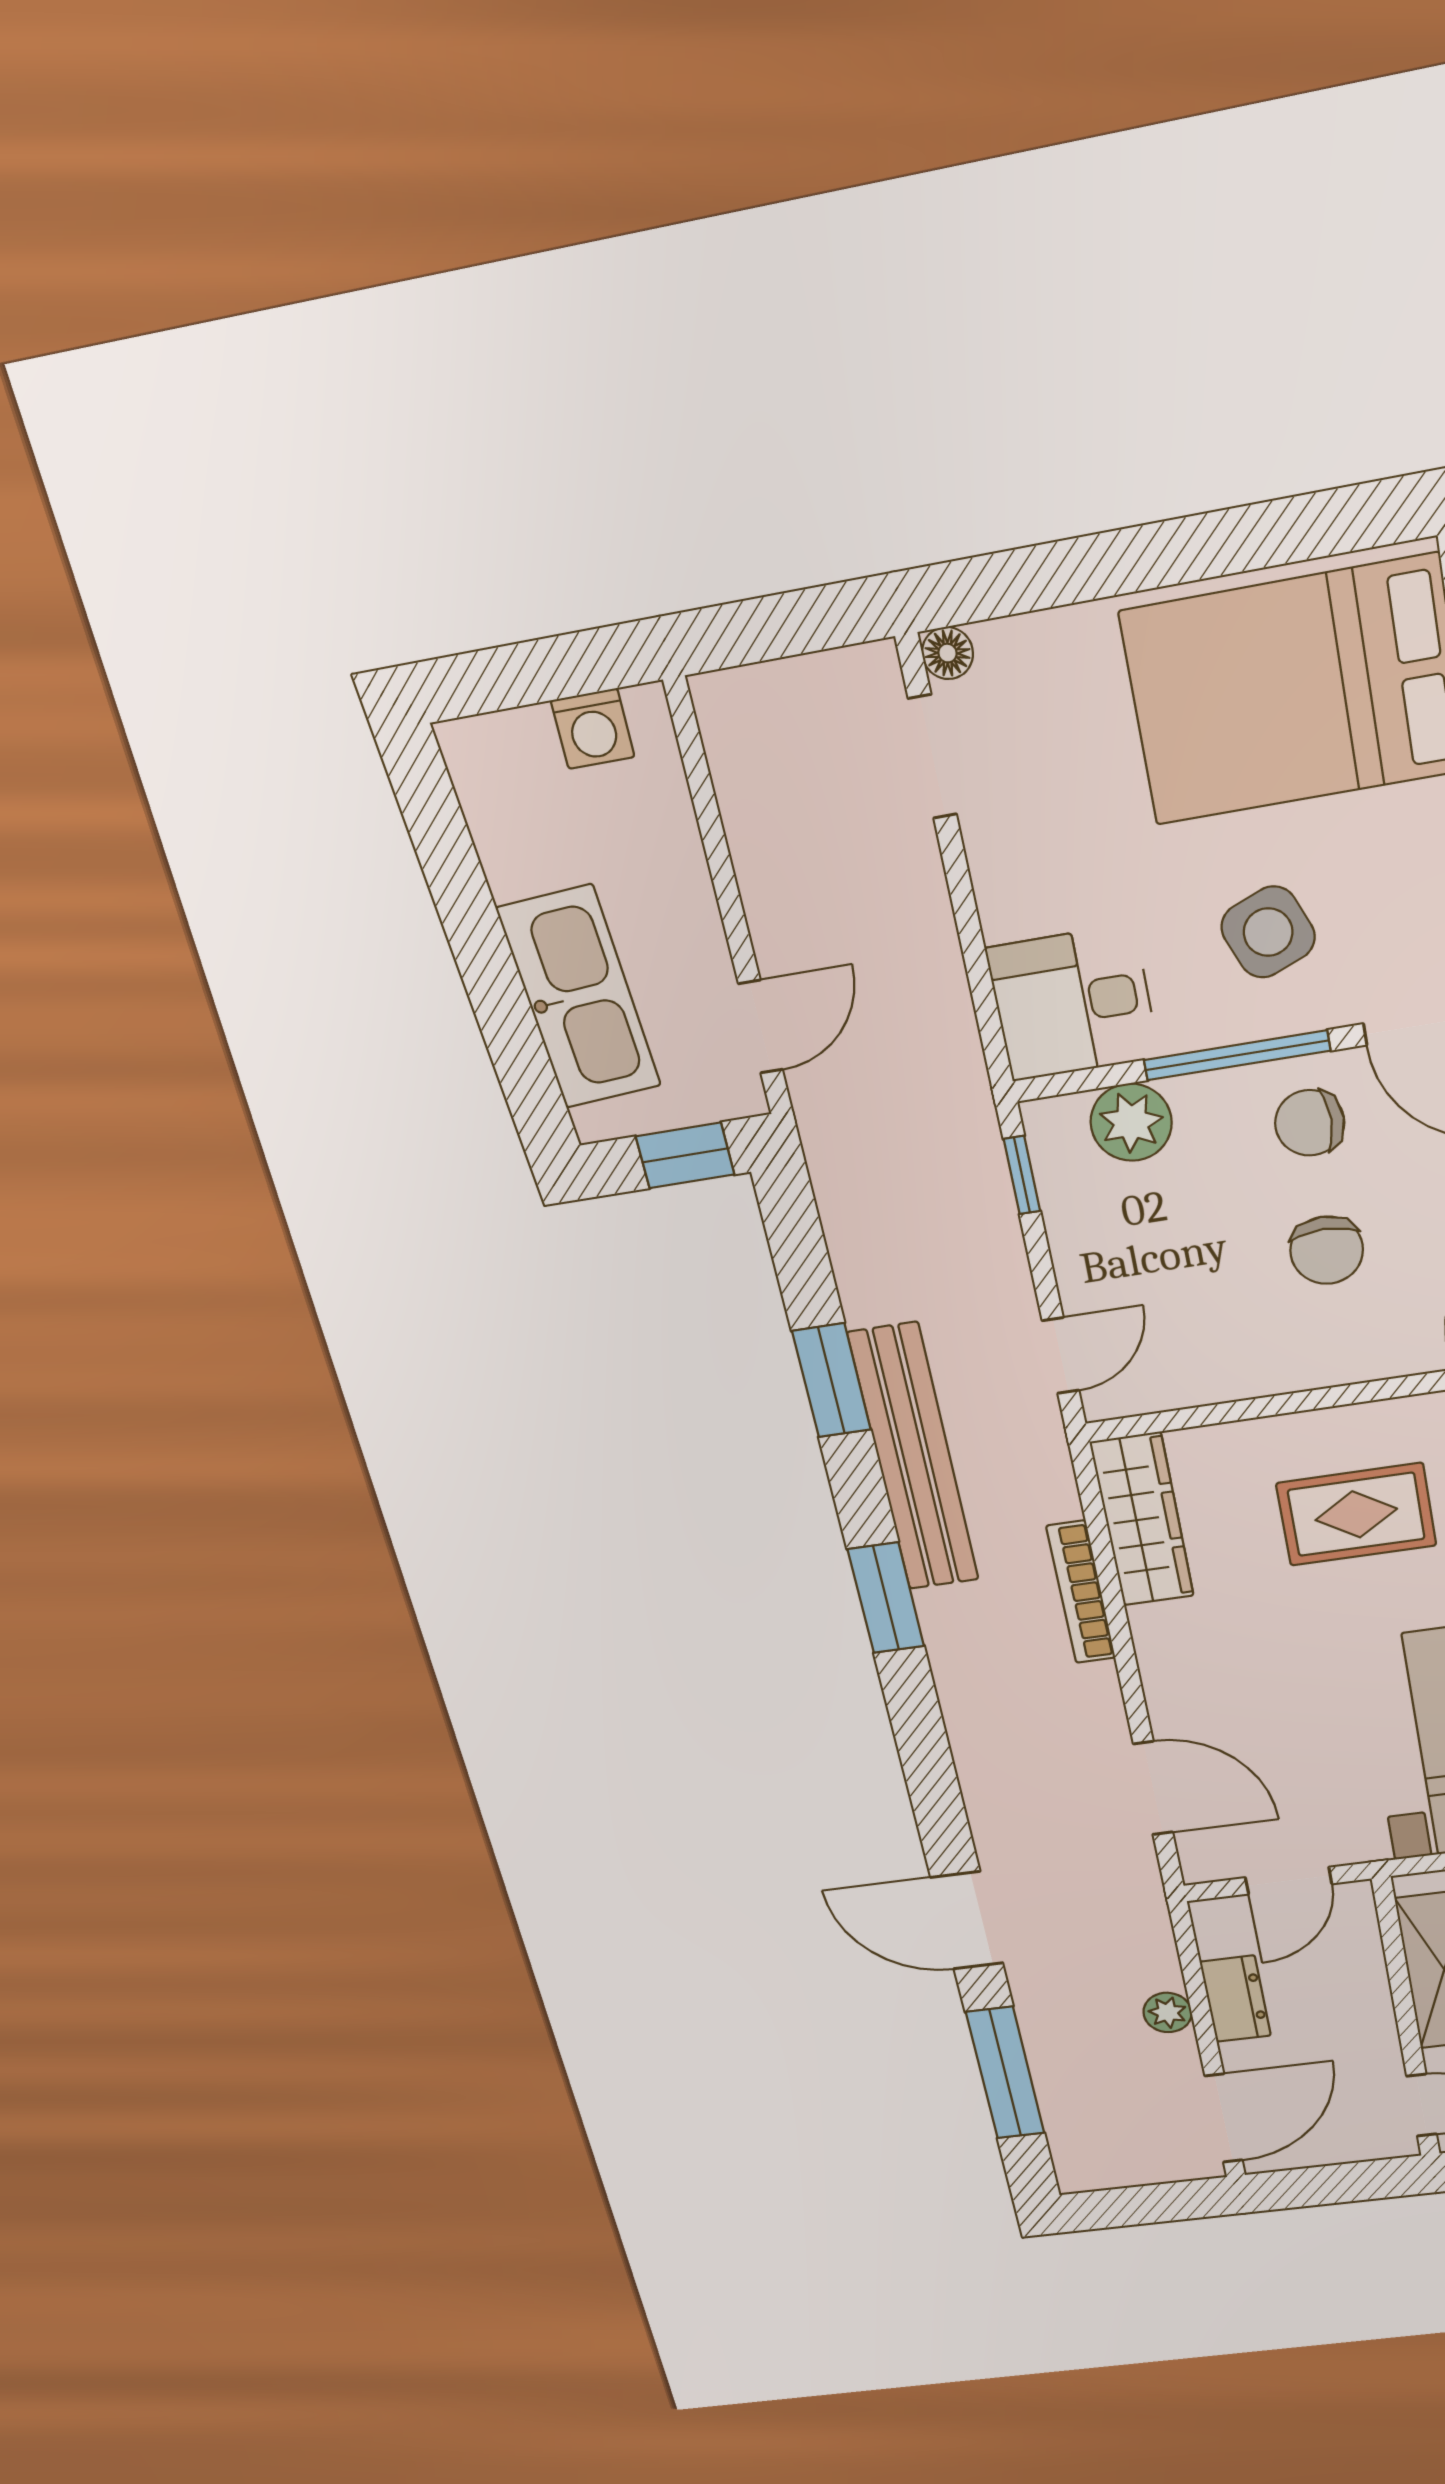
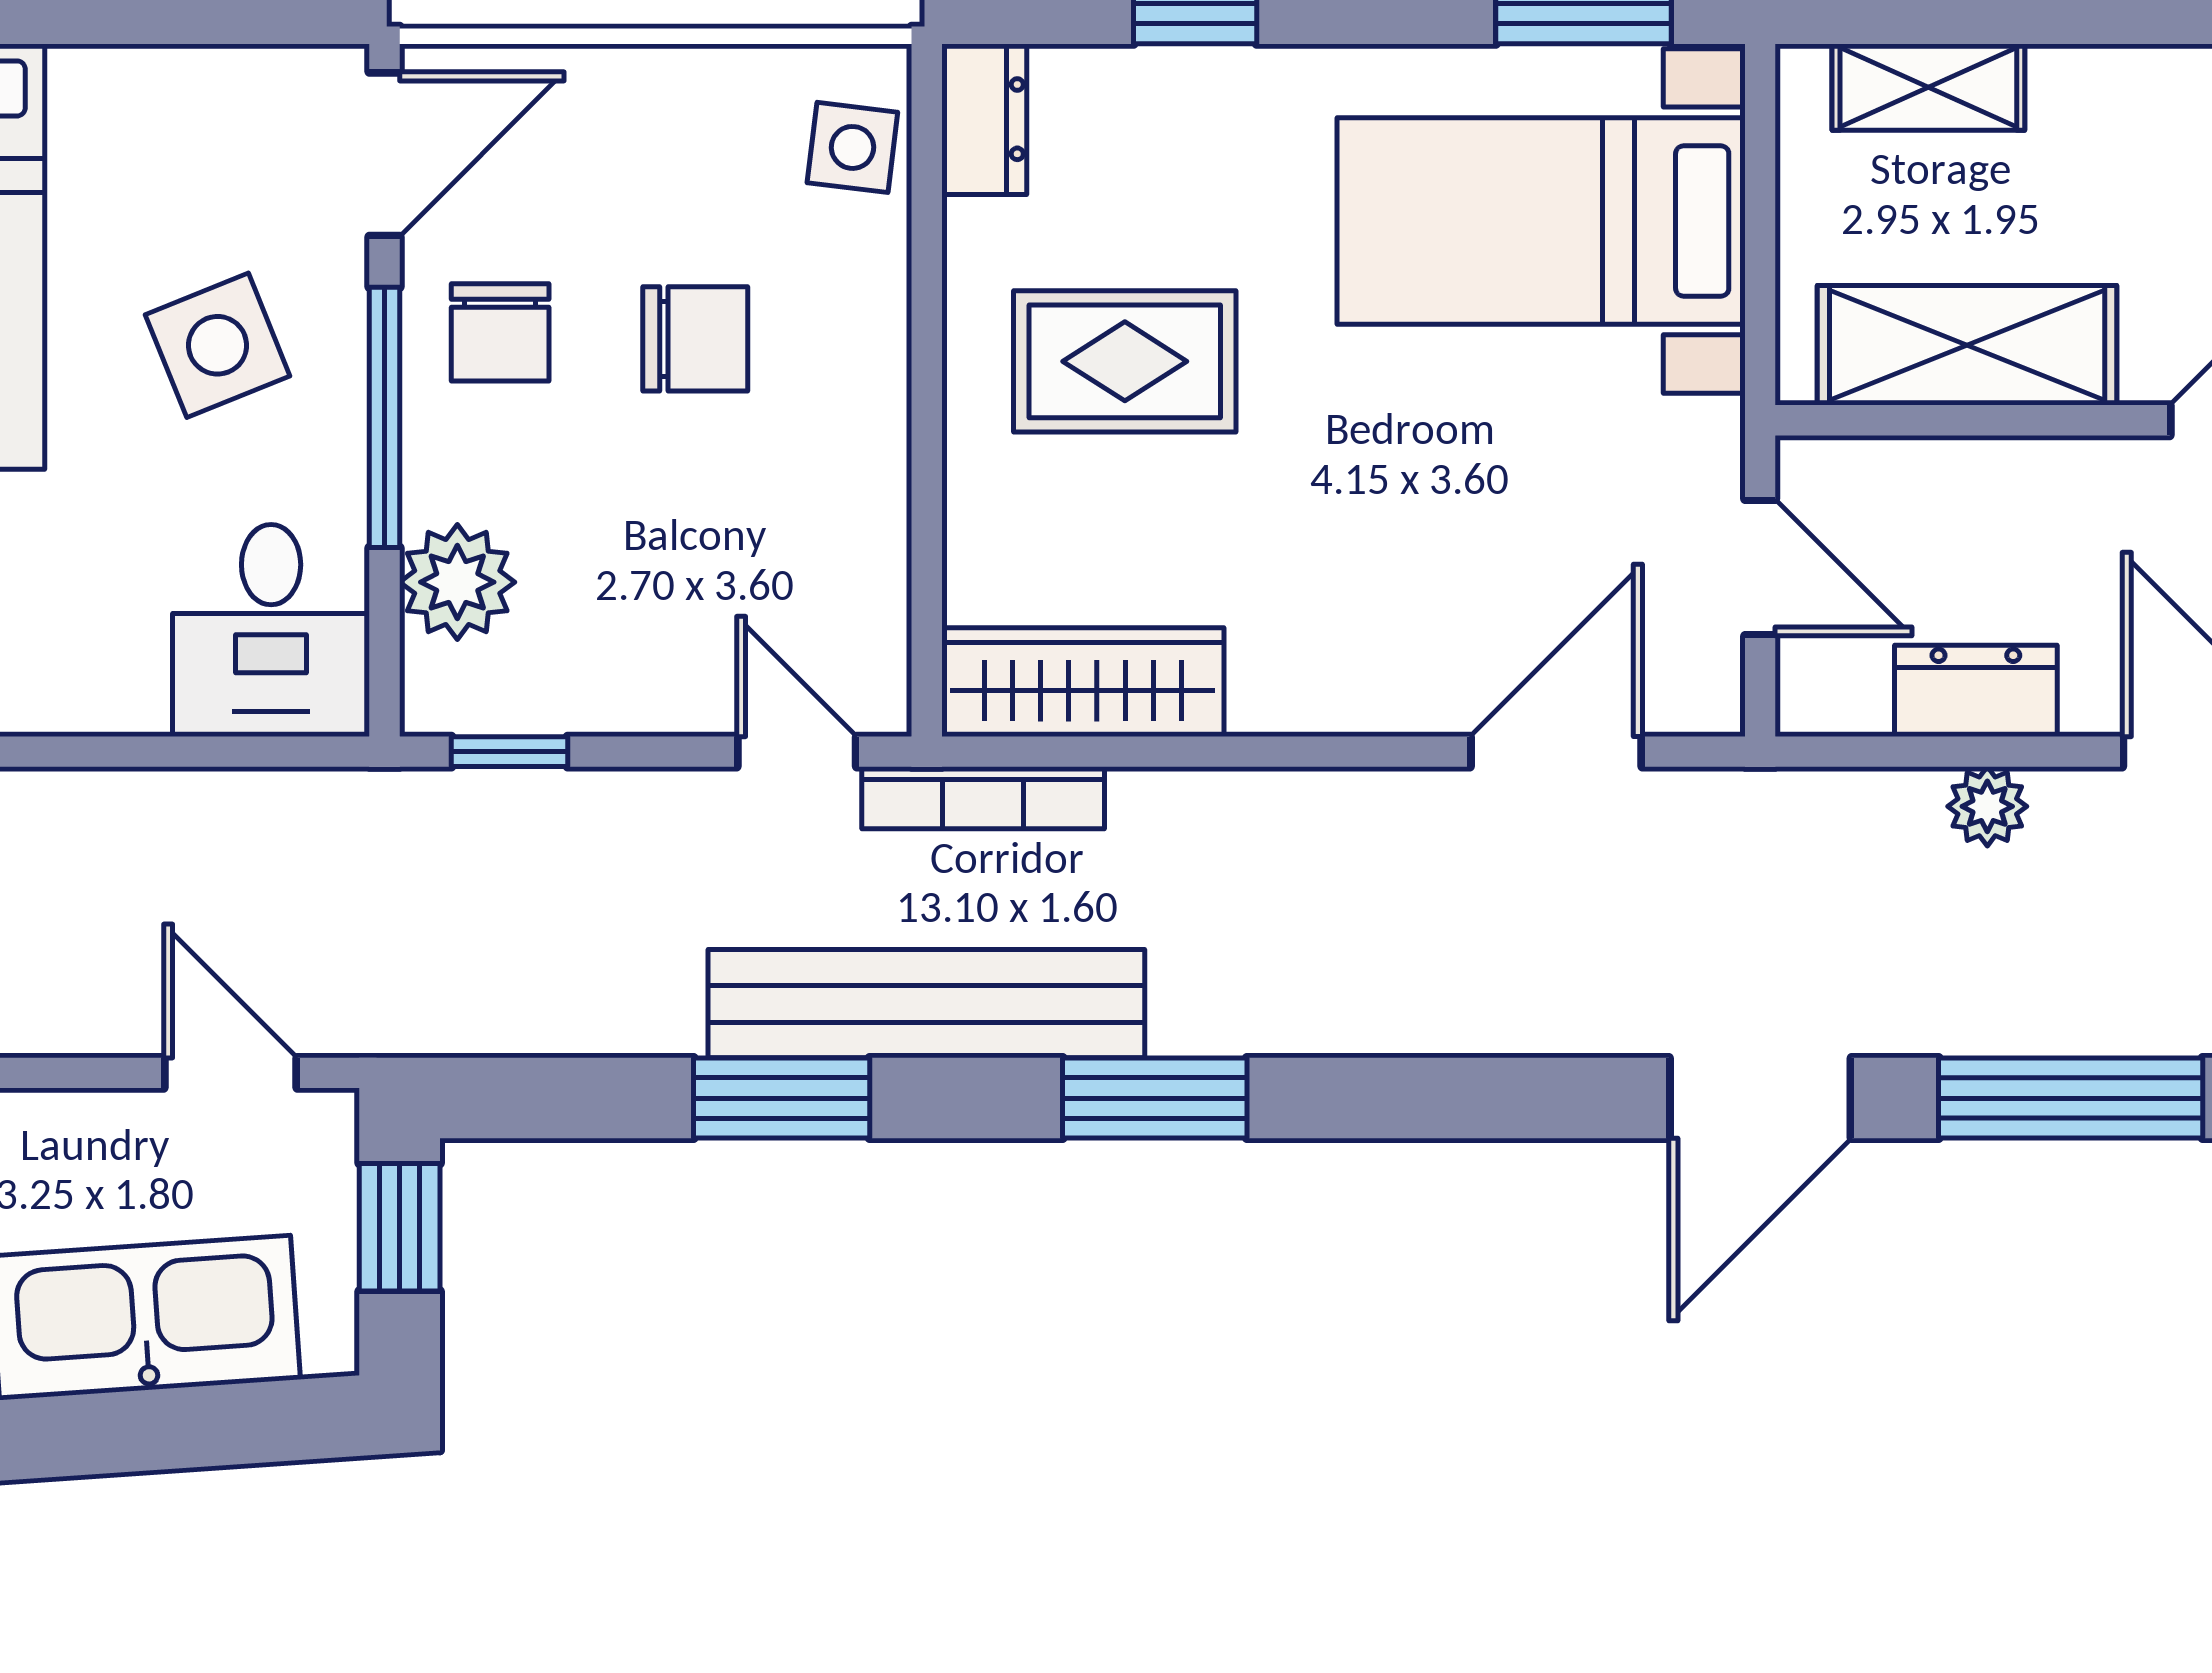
rug: (1356, 1514) -> (1125, 361), turned 90
bookcase: (1081, 1592) -> (983, 798), moved

